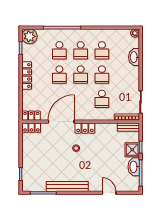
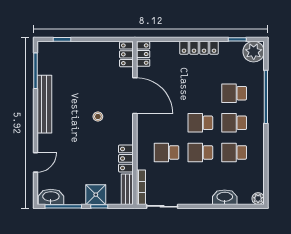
school desk: (59, 75) -> (200, 93), removed
locker: (85, 128) -> (126, 158), moved
washbasin: (134, 167) -> (51, 197), moved

